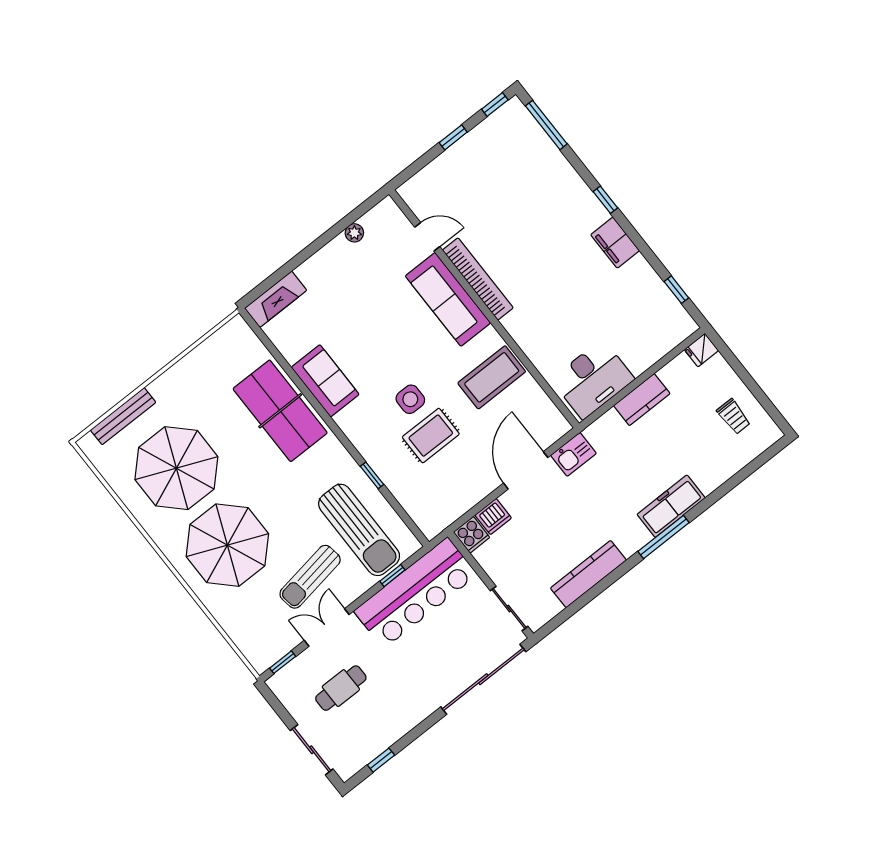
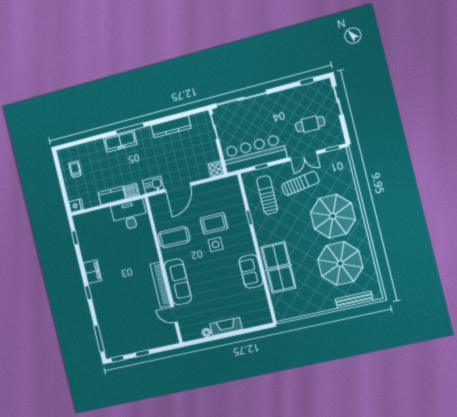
fireplace: (276, 299) -> (226, 326), moved
dishwasher: (493, 517) -> (131, 191), moved
sun lounger: (359, 530) -> (267, 195), width x0.73, depth x0.75

